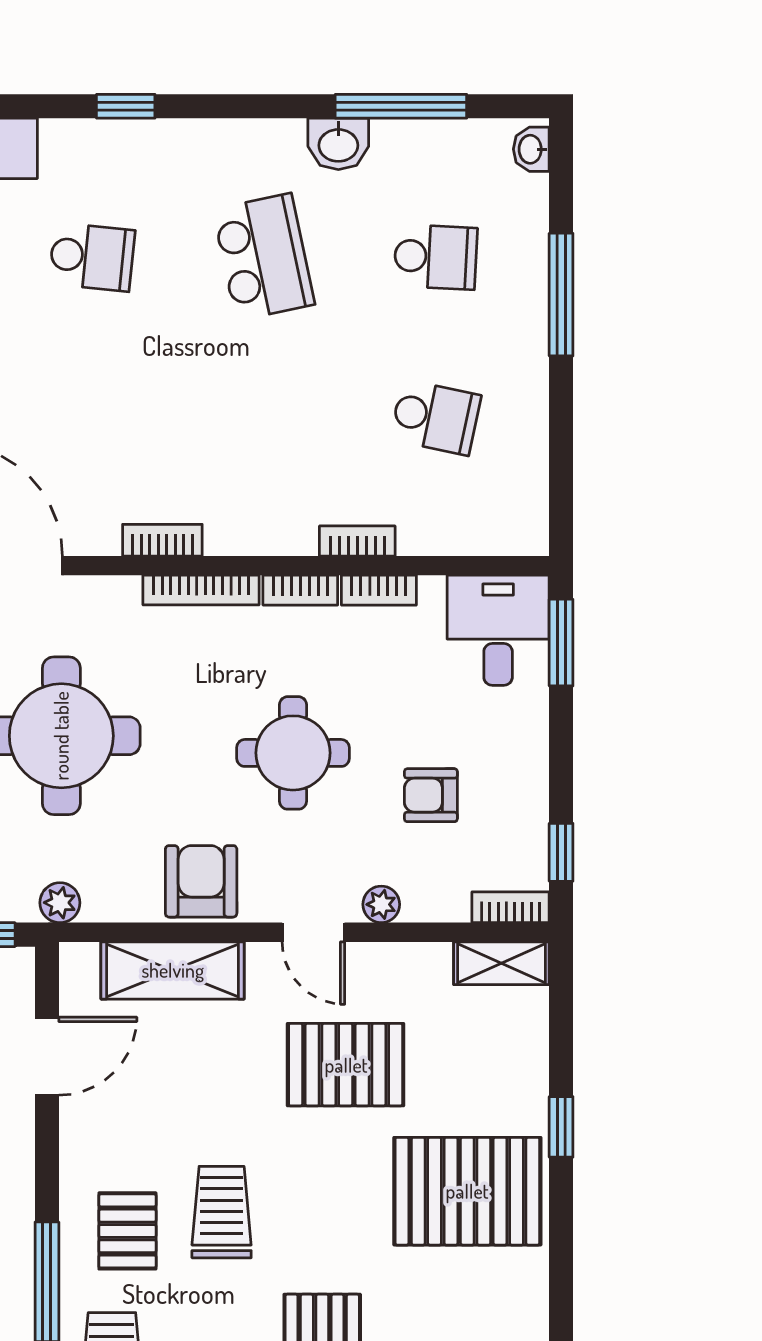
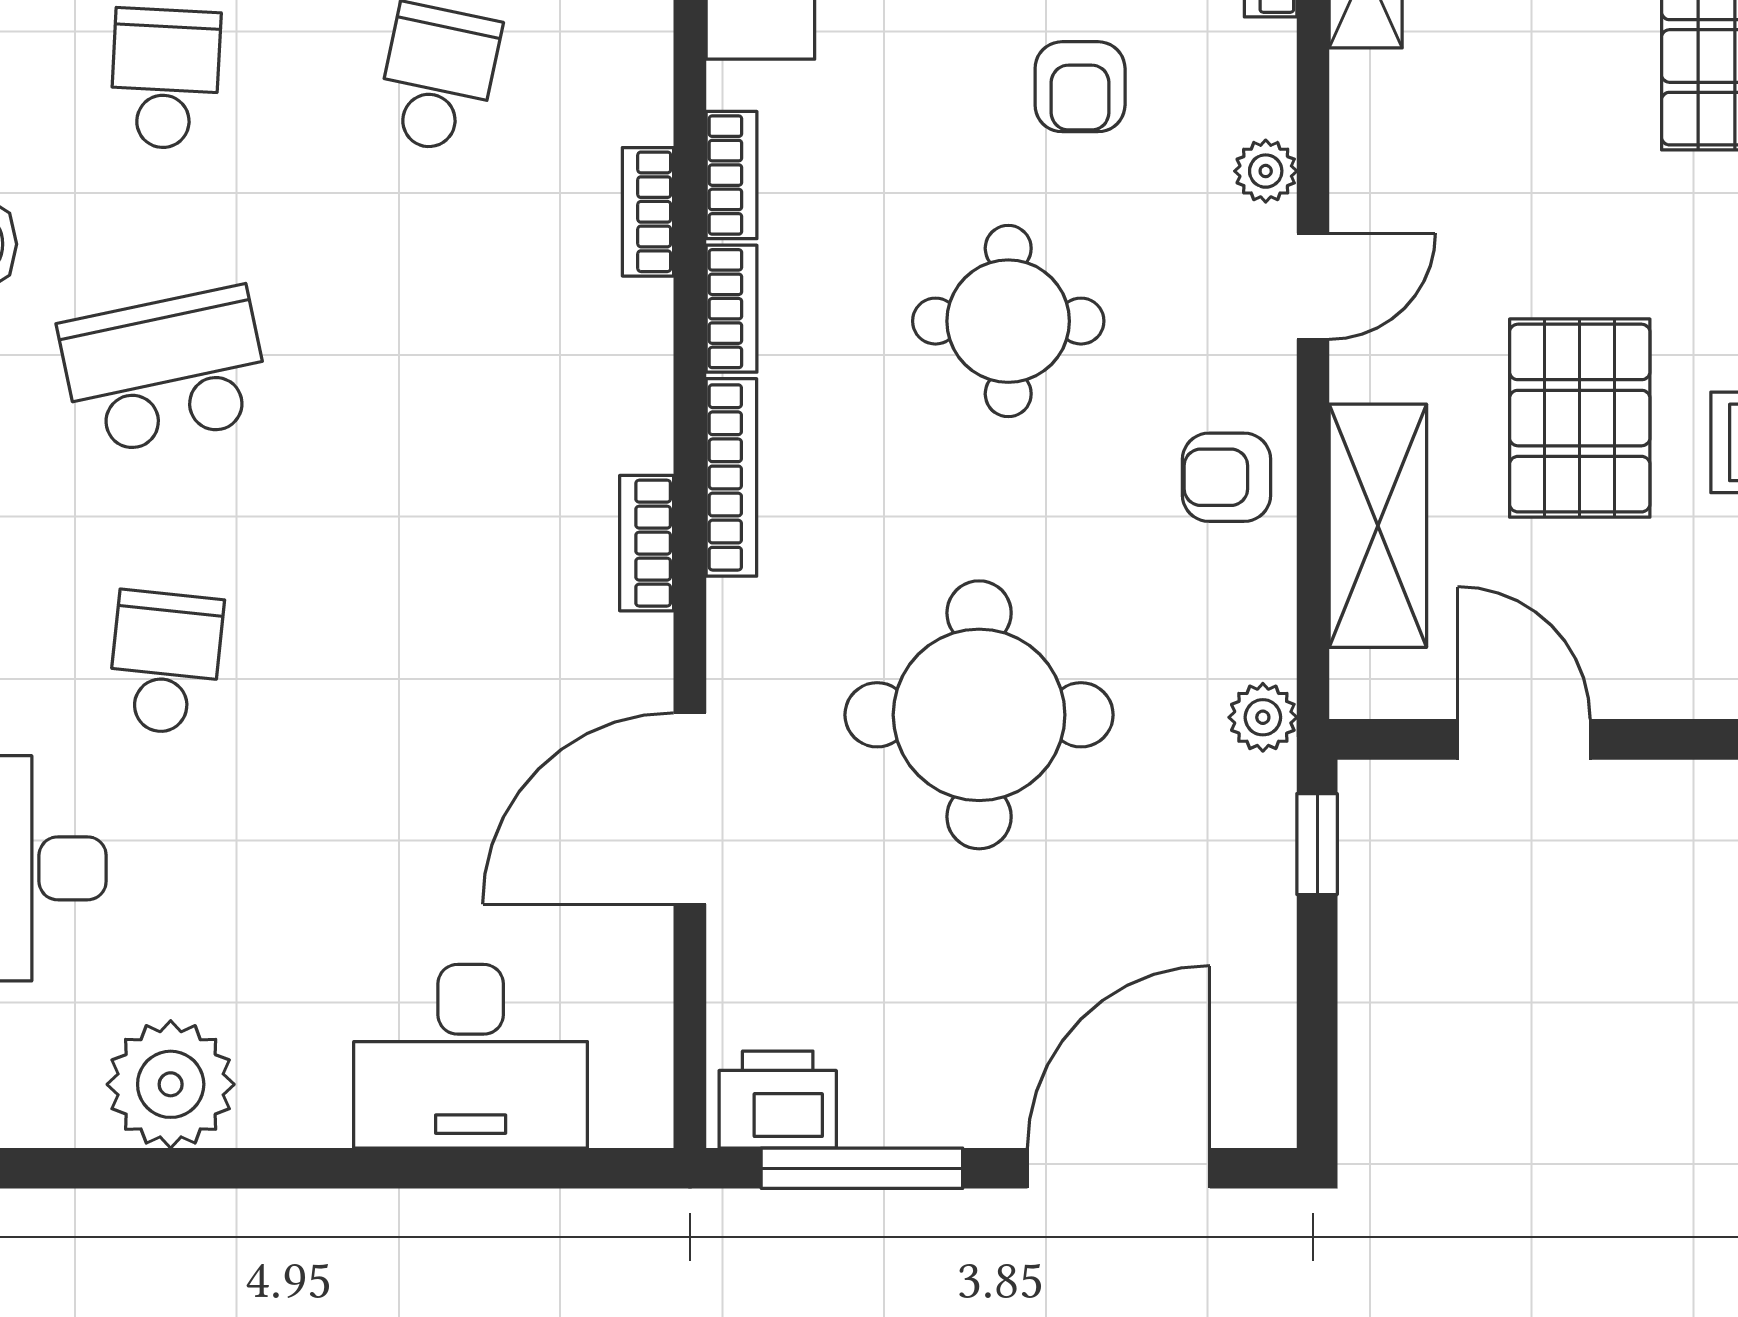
armchair: (201, 881) -> (1226, 477), width x0.72, depth x0.72
pallet: (346, 1065) -> (1580, 418), moved

